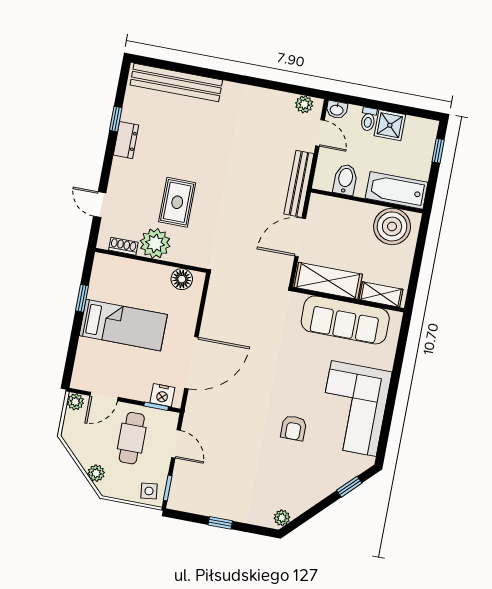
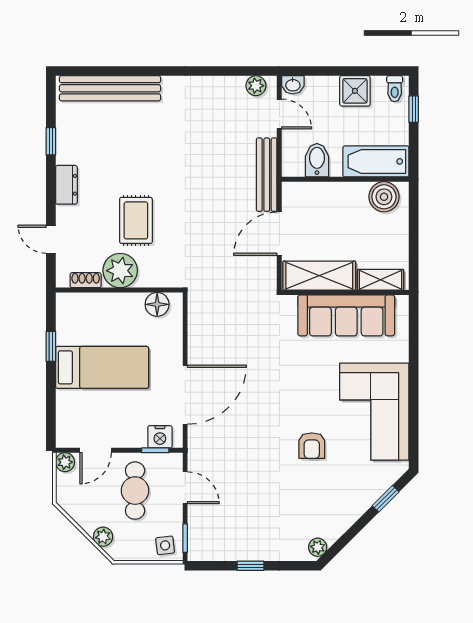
toilet: (368, 119) -> (395, 89), moved
dresser: (126, 140) -> (66, 185), moved
boiler: (392, 226) -> (384, 197), width x0.73, depth x0.73

